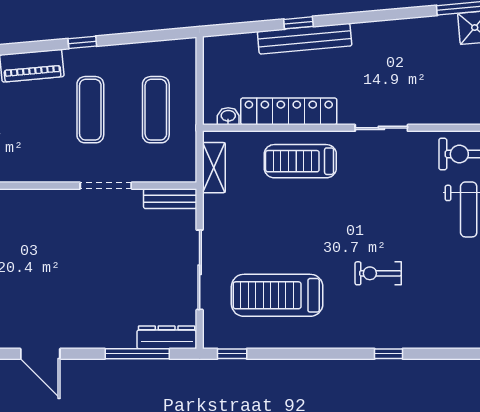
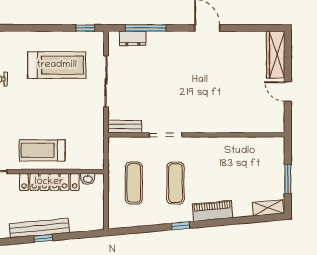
treadmill: (300, 161) -> (42, 150), turned 180
shelving: (214, 168) -> (97, 146), removed
dresser: (167, 337) -> (133, 38), width x0.70

